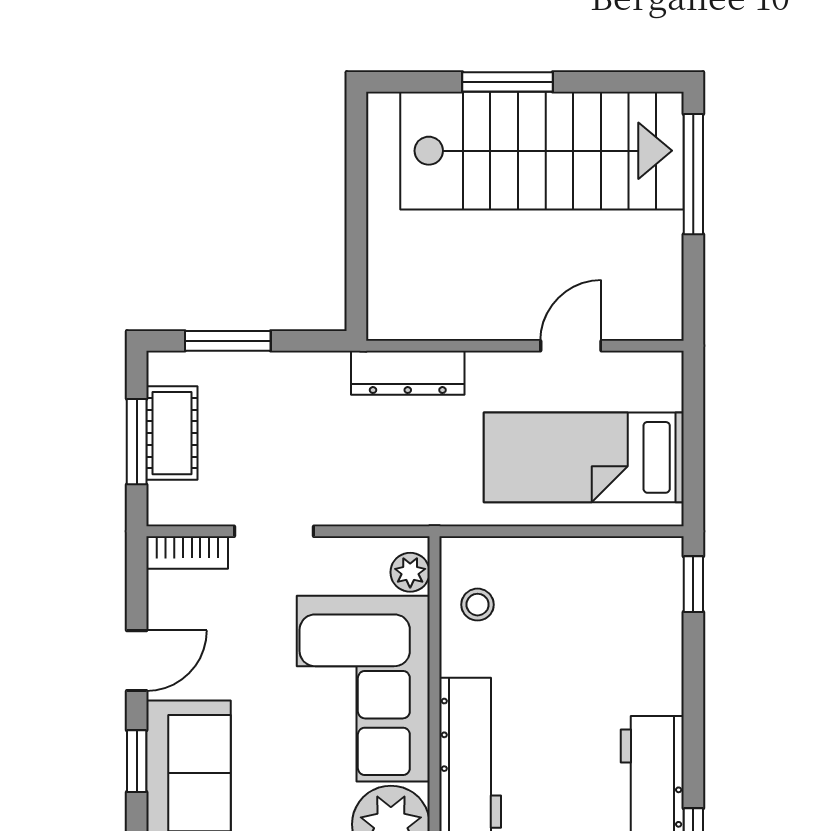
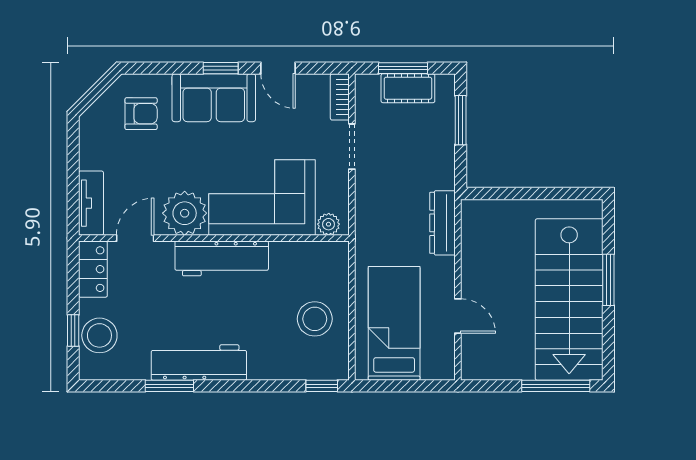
stool: (478, 605) -> (315, 319), moved, width x1.89, depth x1.89

